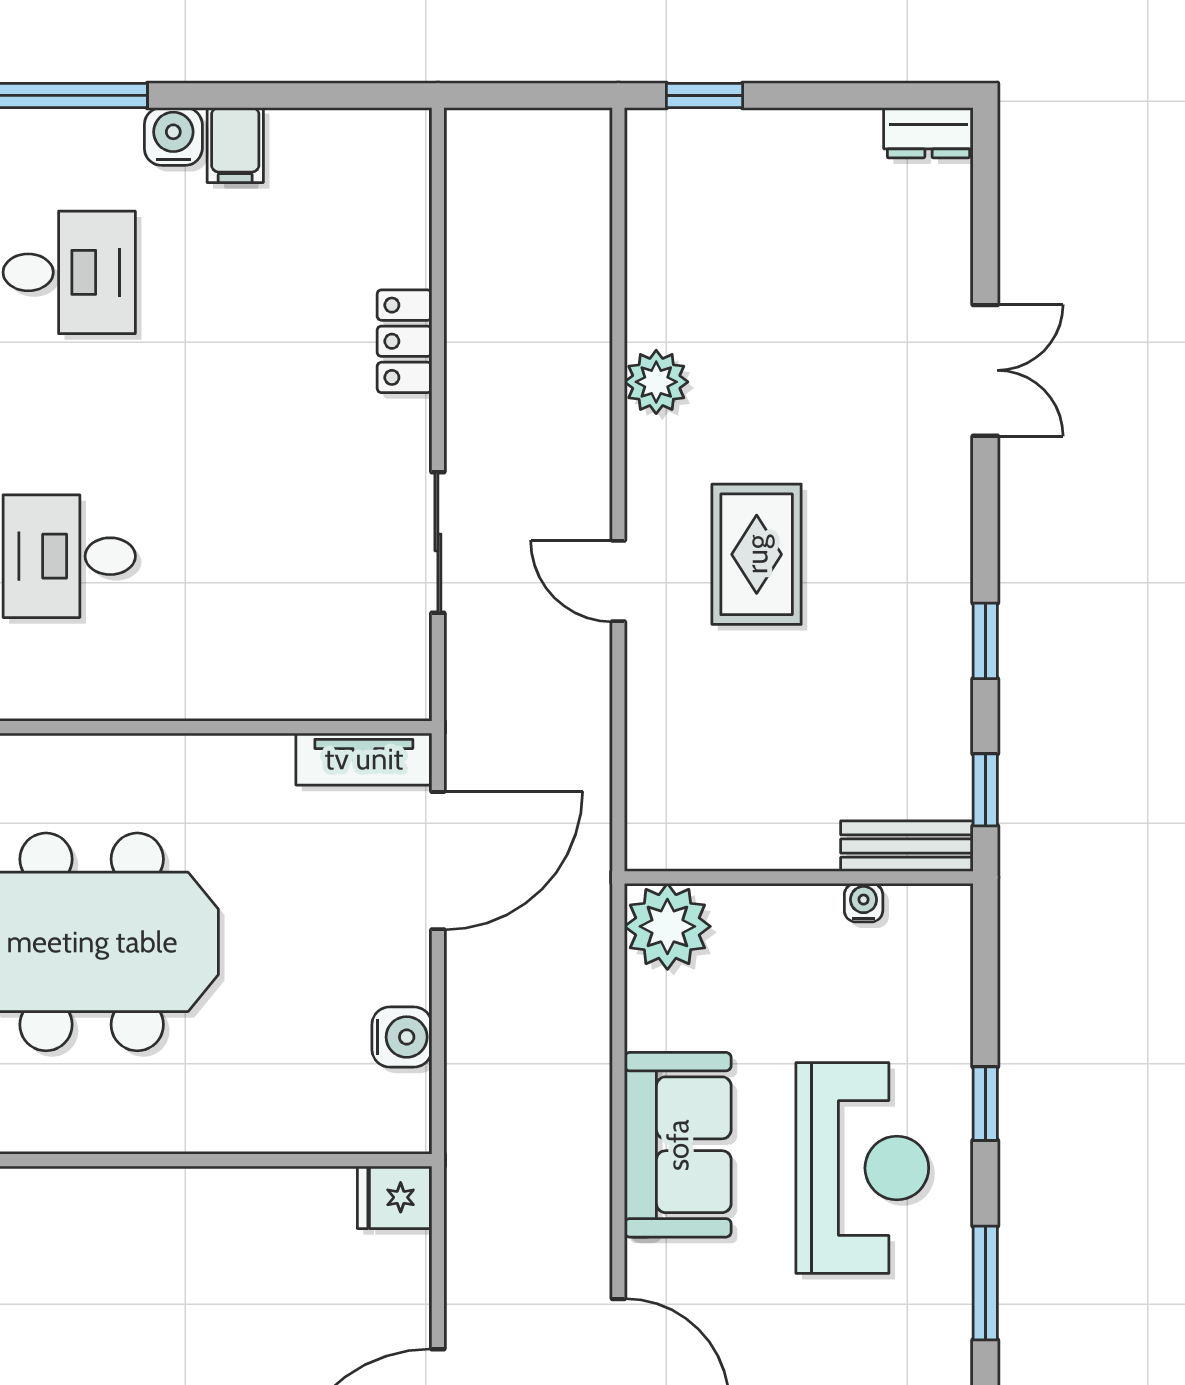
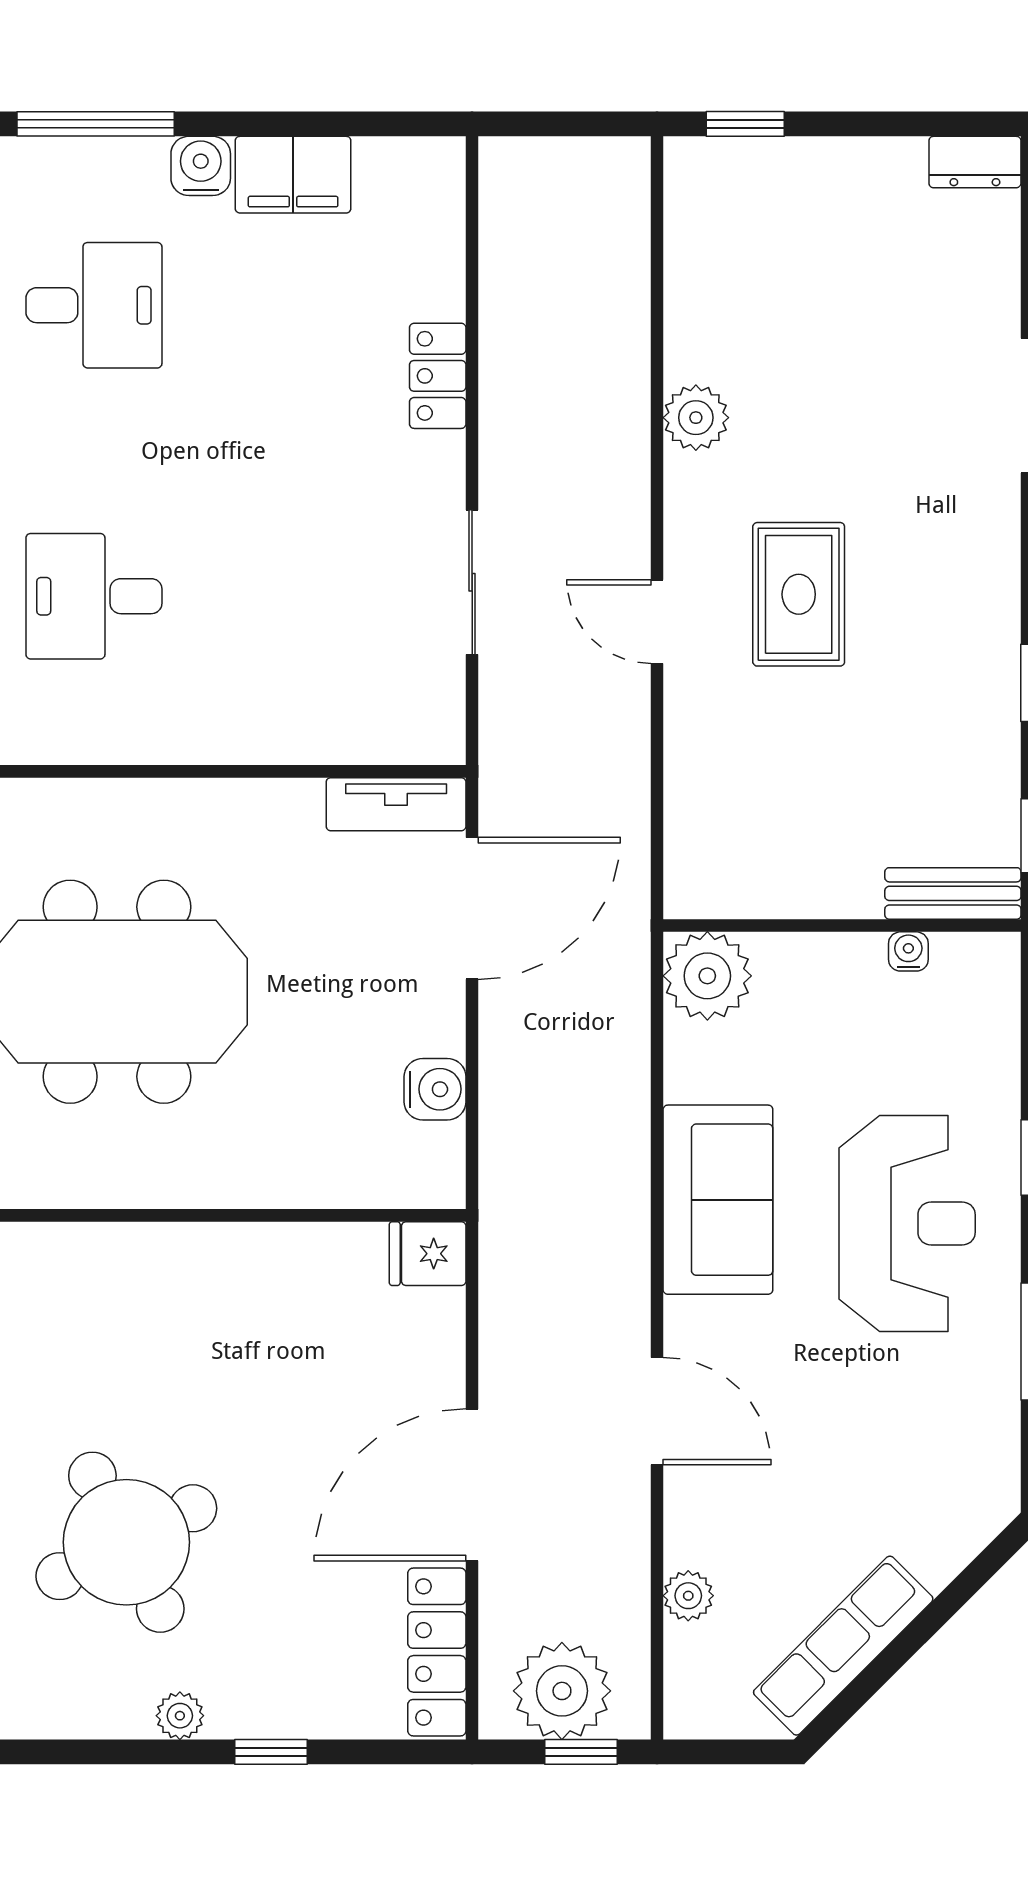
filing cabinet: (235, 145) -> (293, 175), width x2.00

